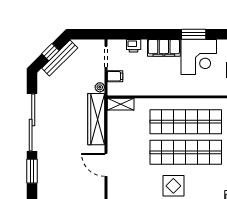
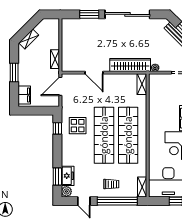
filing cabinet: (115, 76) -> (164, 80), removed
door: (106, 165) -> (94, 73), swing flipped

